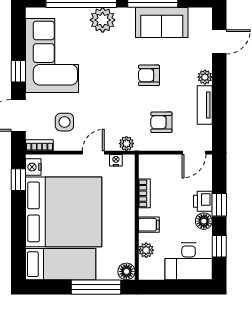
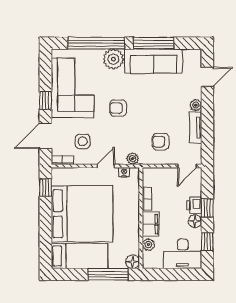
sofa: (162, 22) -> (153, 61), width x1.36
armchair: (149, 75) -> (118, 108), moved
nightstand: (33, 167) -> (58, 178), removed
filing cabinet: (149, 225) -> (151, 224), width x2.00

